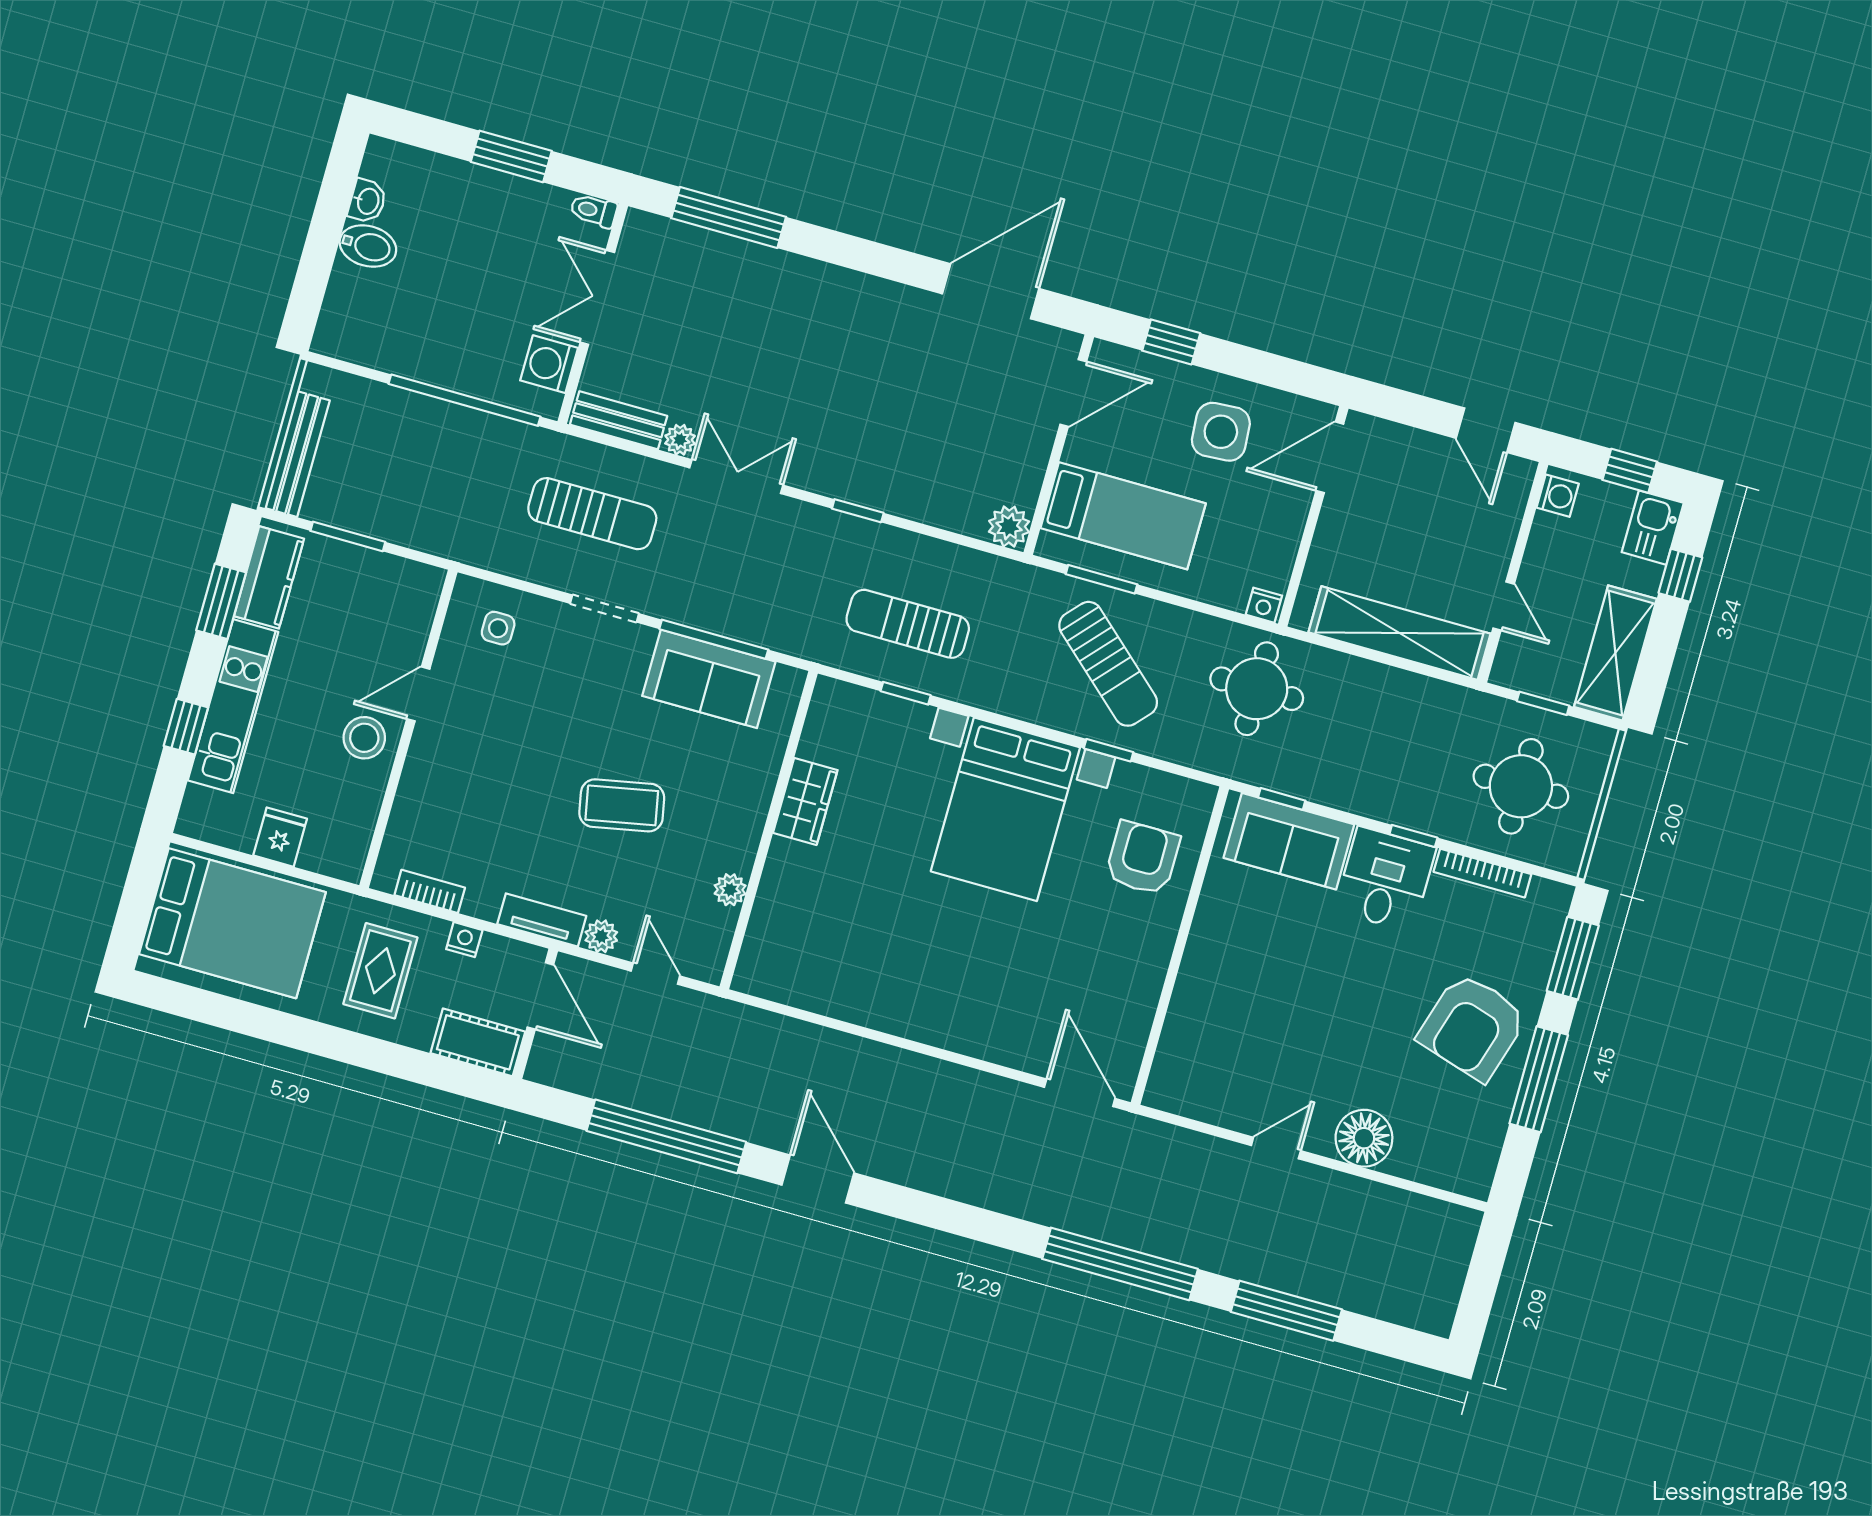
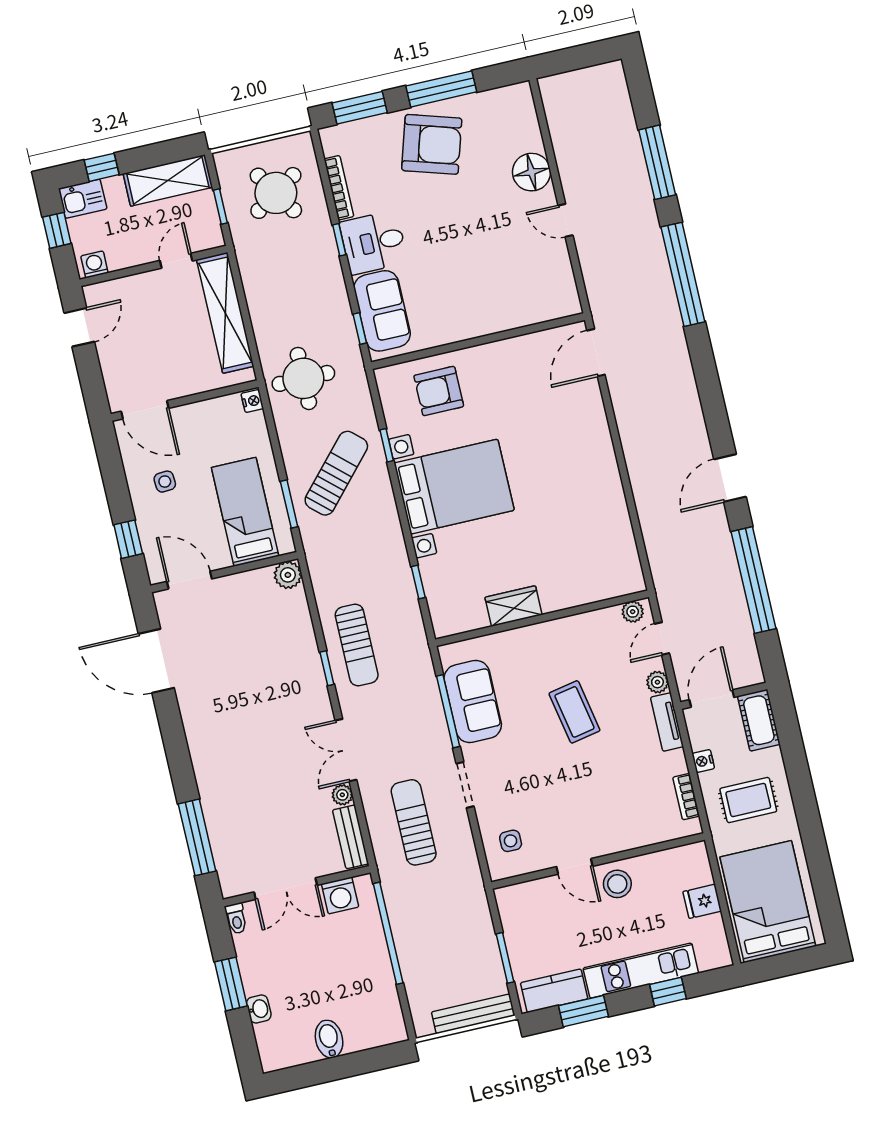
washbasin: (367, 201) -> (259, 1009), moved, turned 90
side table: (1221, 432) -> (165, 482), width x0.54, depth x0.54
sun lounger: (908, 624) -> (357, 645), moved
round table: (1521, 786) -> (276, 193), turned -33
plant: (730, 890) -> (633, 612), moved

